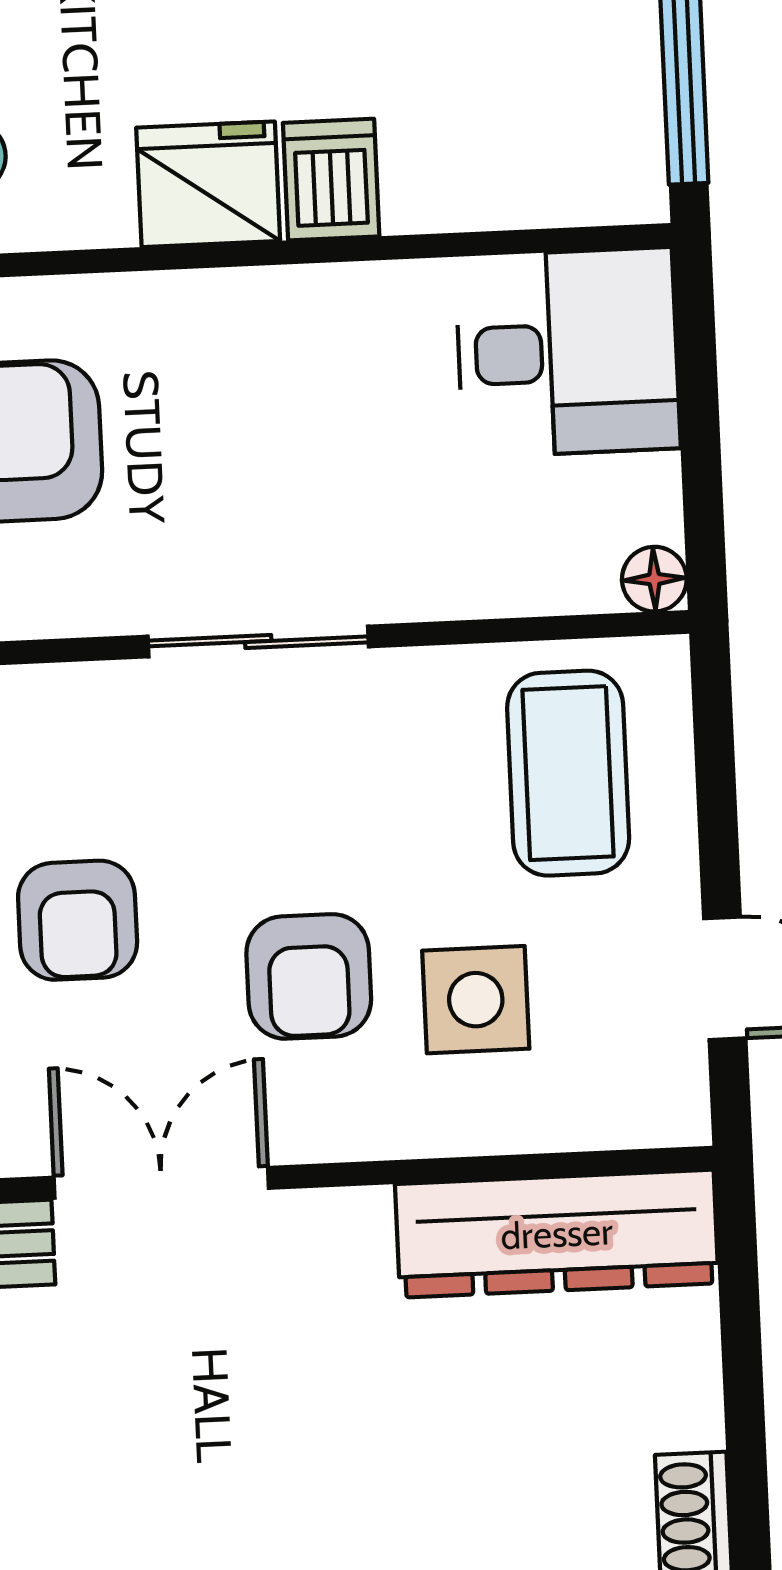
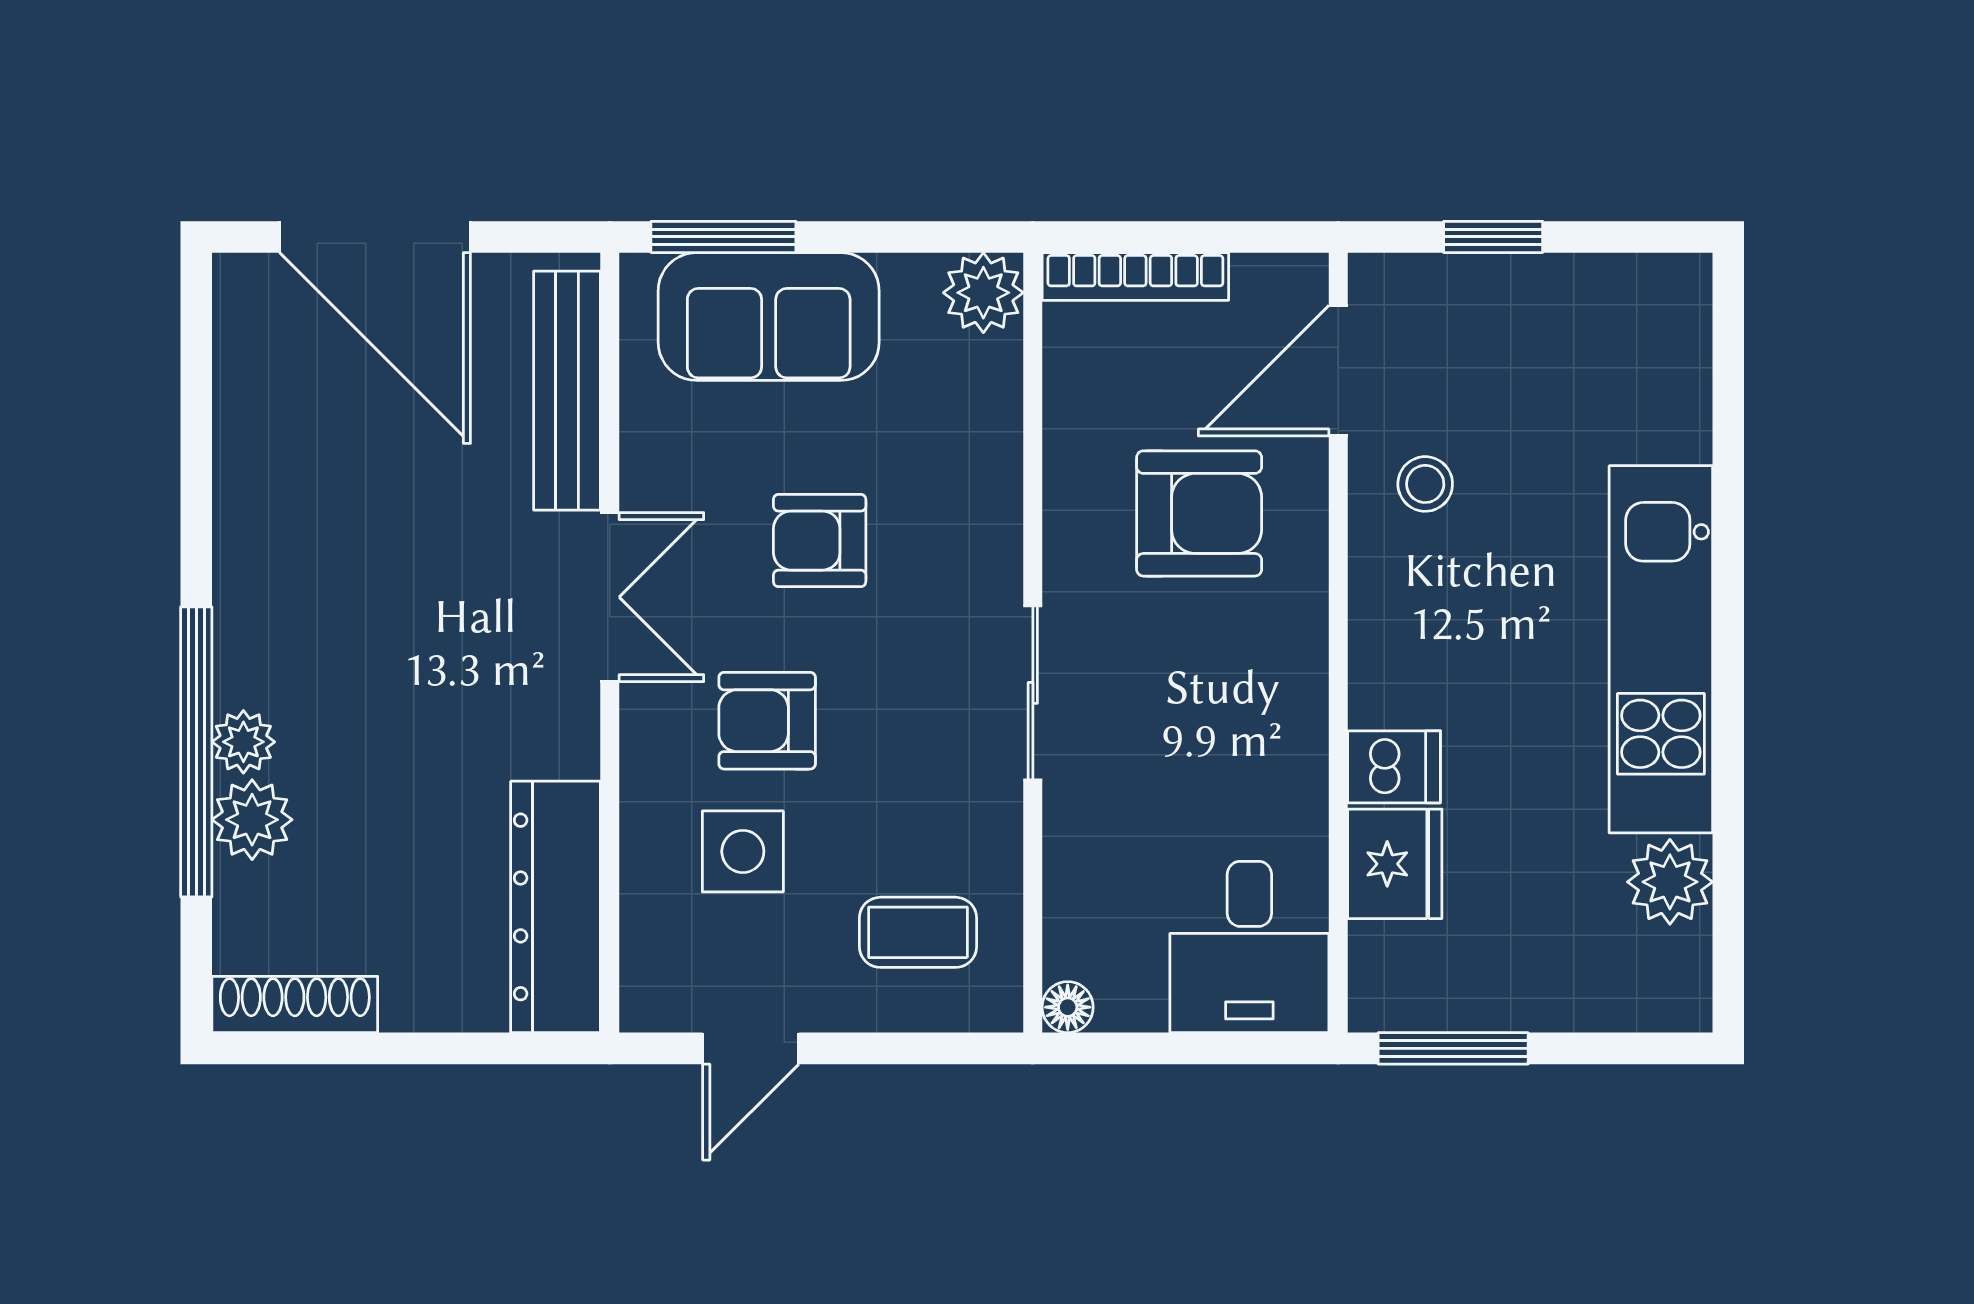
fridge: (208, 184) -> (1395, 864), moved
coffee table: (568, 773) -> (918, 932), width x0.73, depth x0.77

